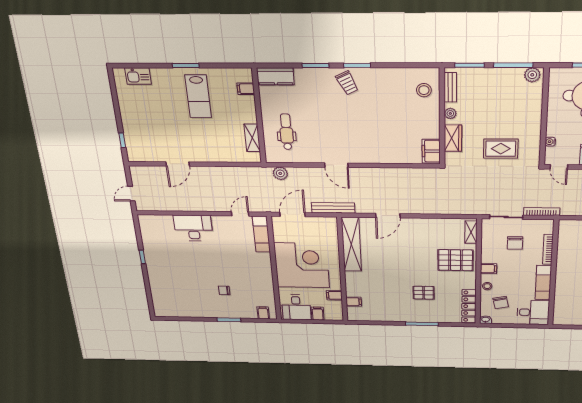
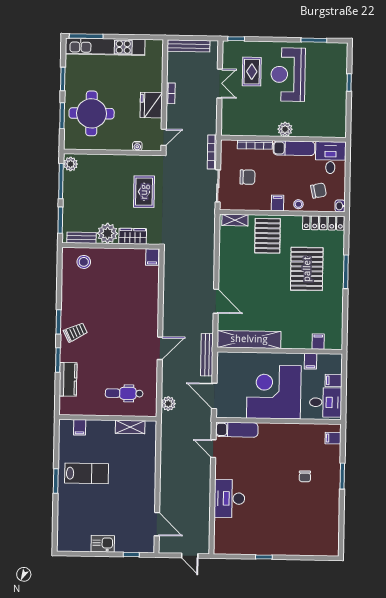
kitchen sink: (138, 76) -> (103, 544), moved, turned -90
kitchen counter: (275, 76) -> (68, 379), moved
plant: (450, 113) -> (107, 233), width x1.88, depth x1.88
filing cabinet: (431, 151) -> (152, 257), width x0.50
door: (178, 164) -> (157, 524), moved
plant: (563, 275) -> (285, 129), added
pallet: (424, 293) -> (307, 269), width x2.05, depth x2.00

